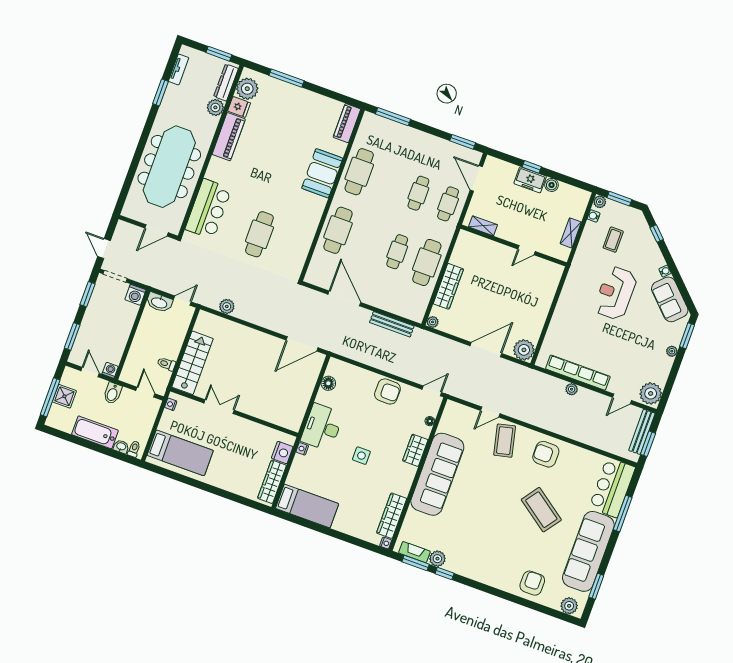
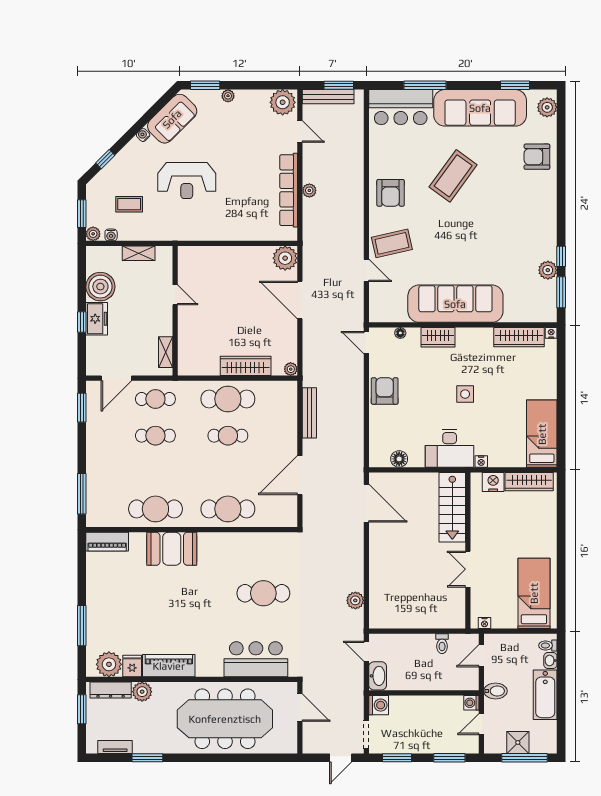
boiler: (552, 185) -> (100, 287), width x1.86, depth x1.86
stairs: (193, 363) -> (452, 507), moved, turned -90
fireplace: (414, 552) -> (550, 298), removed

